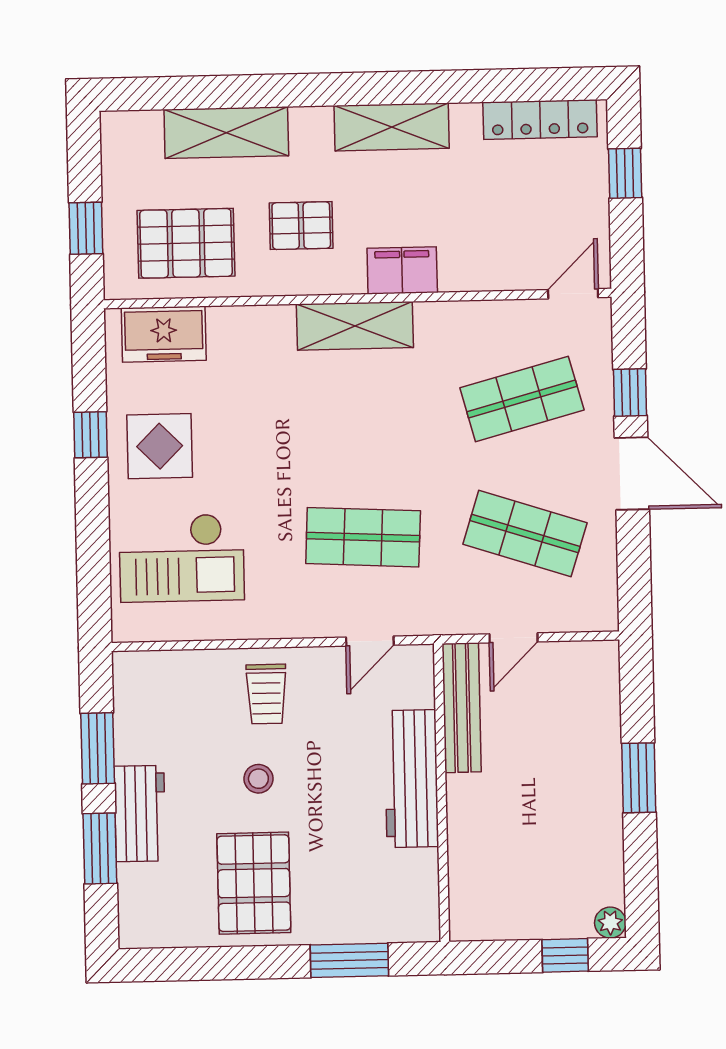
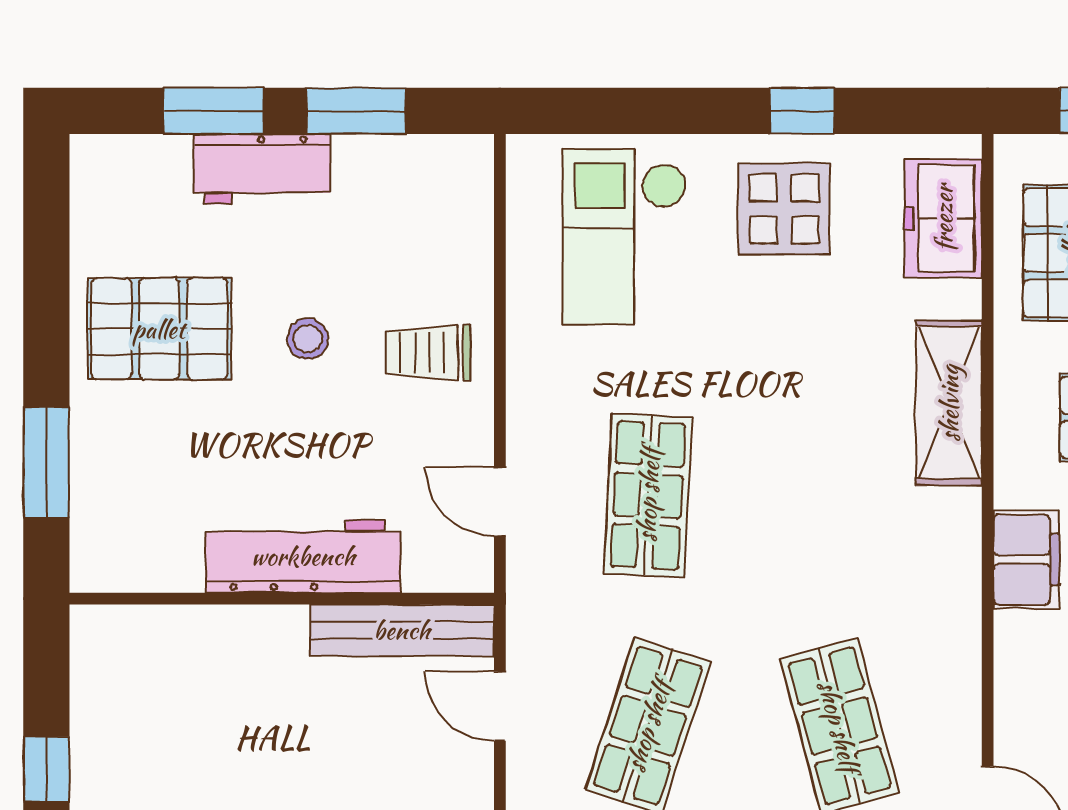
shelving: (355, 326) -> (949, 403), moved

